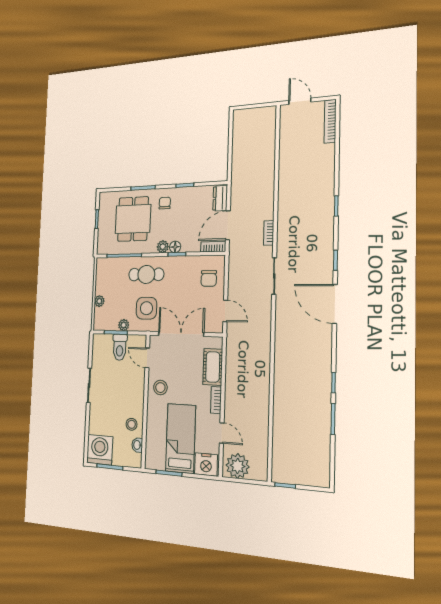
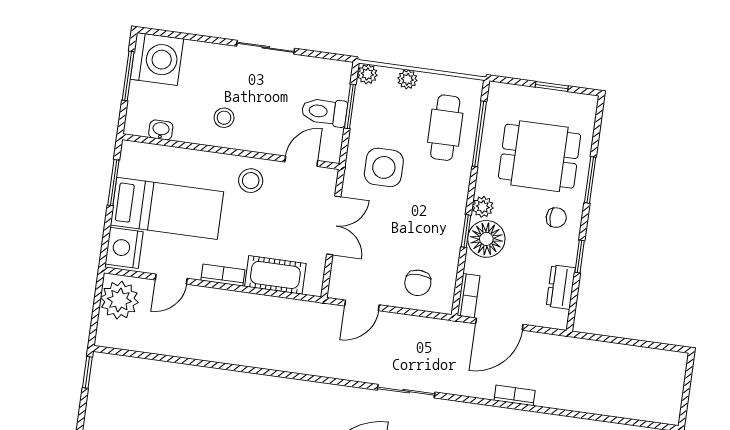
dresser: (220, 198) -> (561, 287), moved, turned -90
door: (228, 225) -> (499, 324), swing flipped
bookcase: (269, 233) -> (515, 395), moved
floor lamp: (175, 247) -> (486, 239), width x1.89, depth x1.89
cafe table: (146, 274) -> (445, 128), moved
chair: (209, 278) -> (418, 283), turned -90
plant: (124, 325) -> (367, 74), moved
double door: (181, 334) -> (334, 225), width x0.73
stool: (132, 424) -> (224, 118), moved

